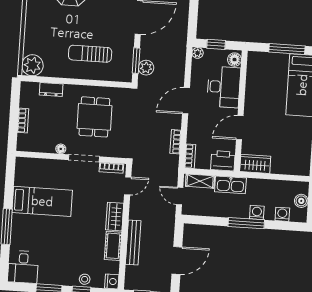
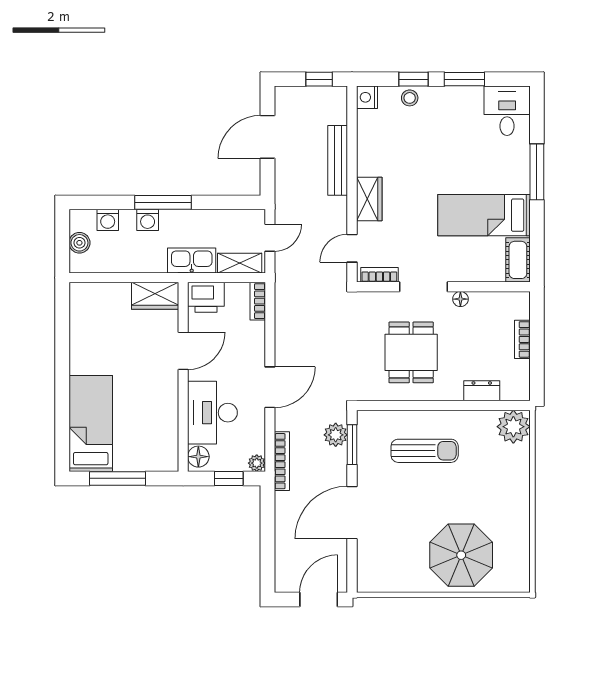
bookcase: (176, 142) -> (282, 461), moved, width x1.56
door: (180, 196) -> (270, 238), hinge flipped
cot: (113, 246) -> (518, 260), moved

